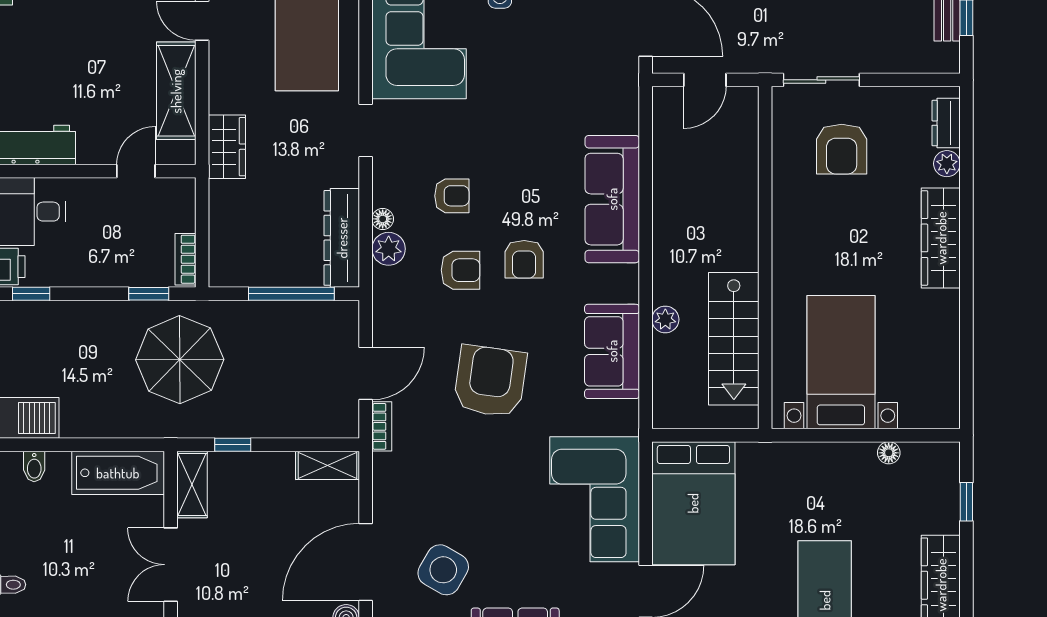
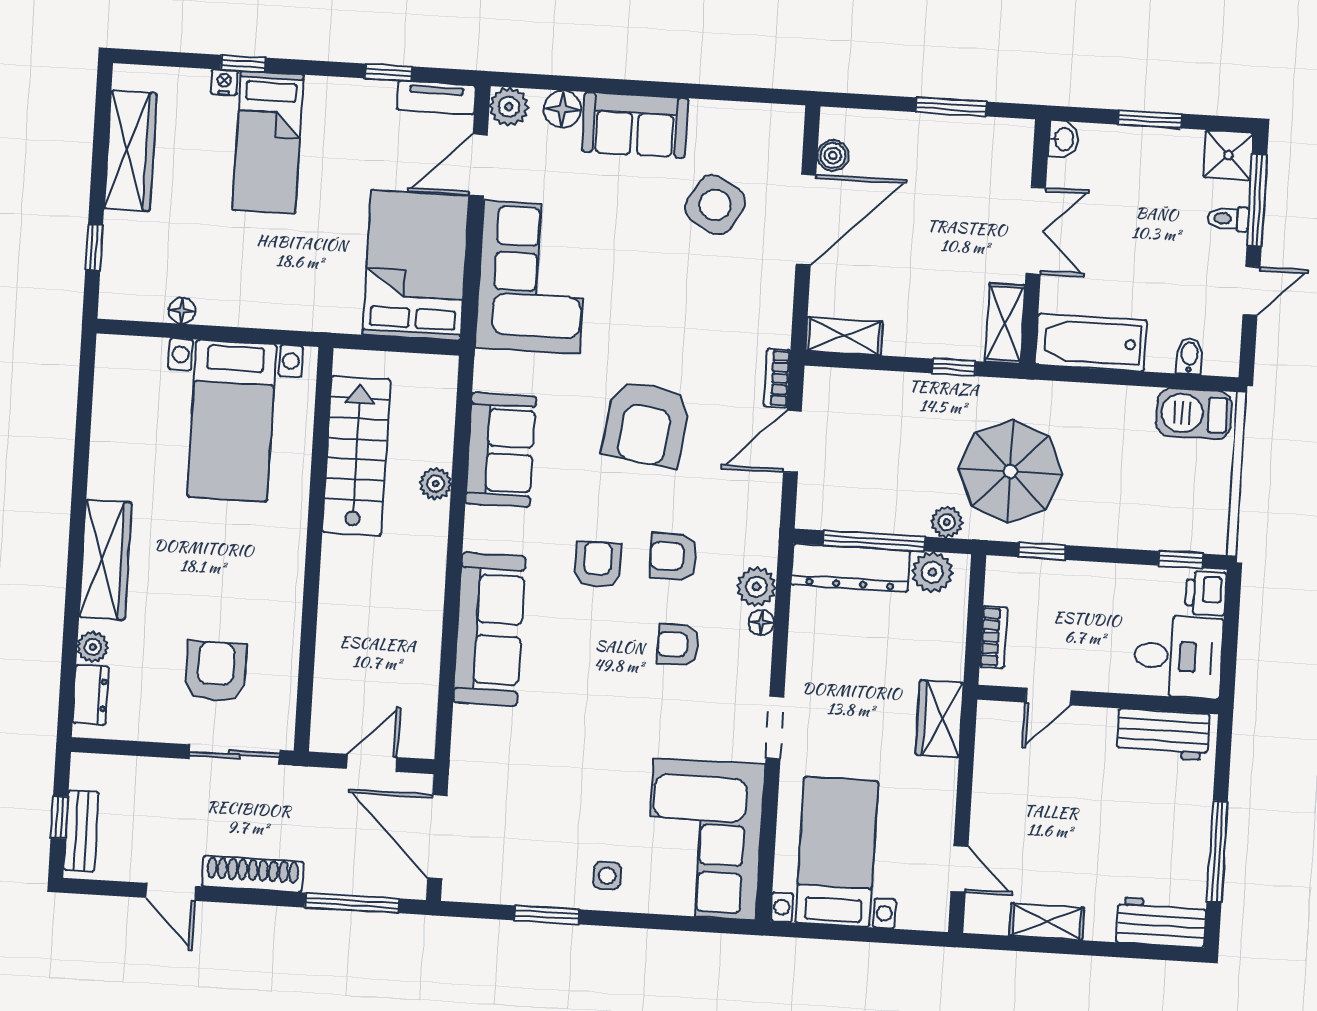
shelving: (176, 91) -> (995, 788), removed
dresser: (342, 238) -> (851, 568), moved, turned 90
bookcase: (185, 259) -> (993, 637), moved
plant: (240, 270) -> (932, 572), added
plant: (231, 313) -> (947, 522), added

